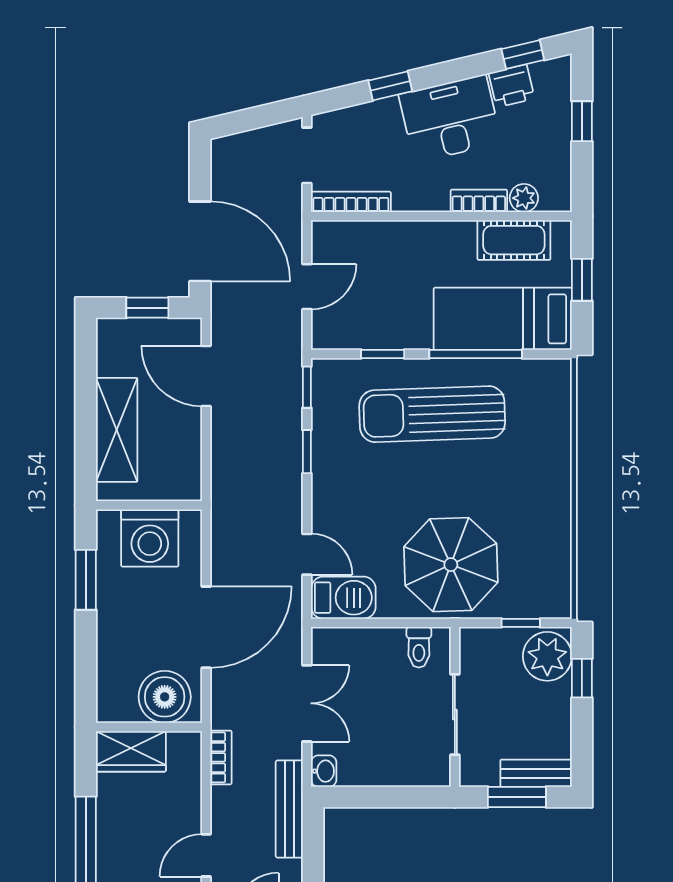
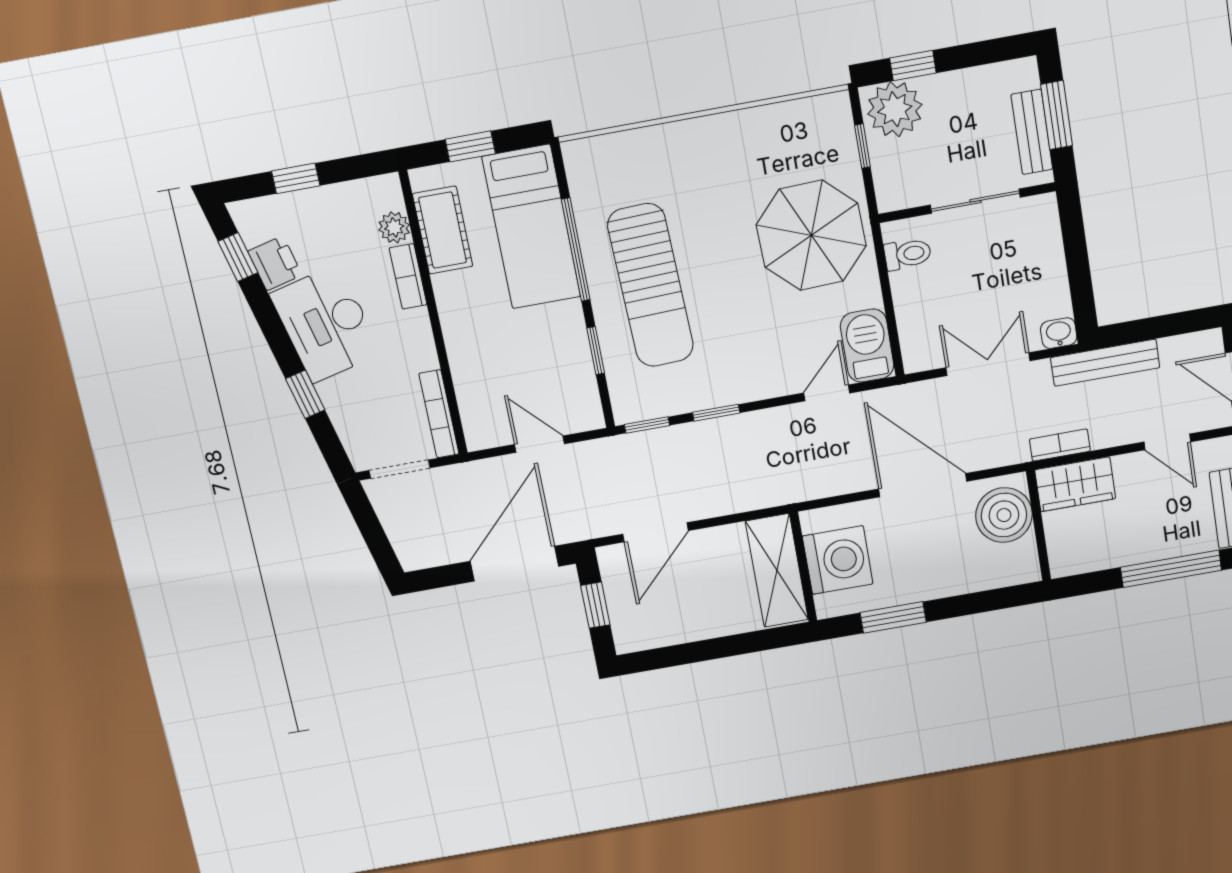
shelving: (117, 430) -> (777, 570), moved, turned 90
wardrobe: (131, 751) -> (1075, 484), moved, turned 90
bench: (536, 773) -> (1032, 132), moved

